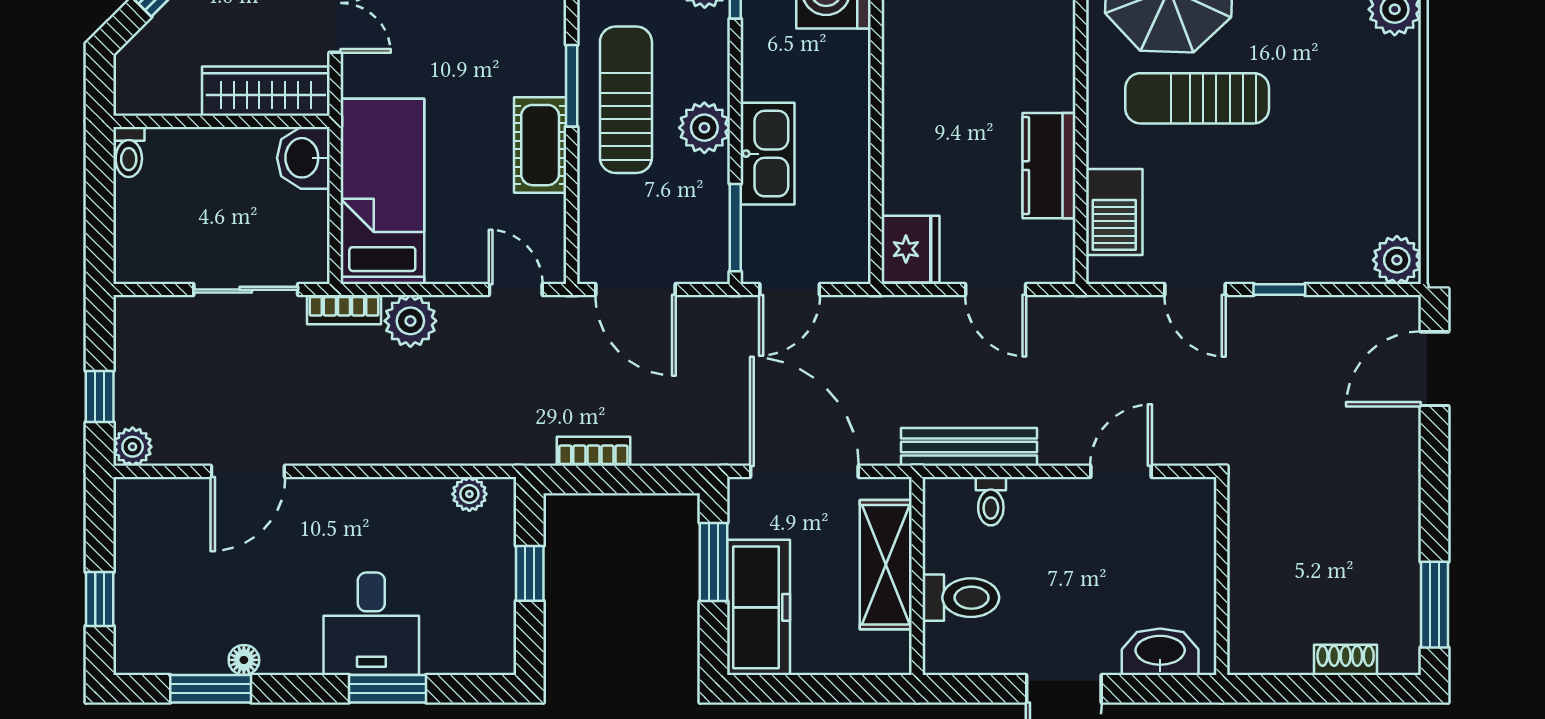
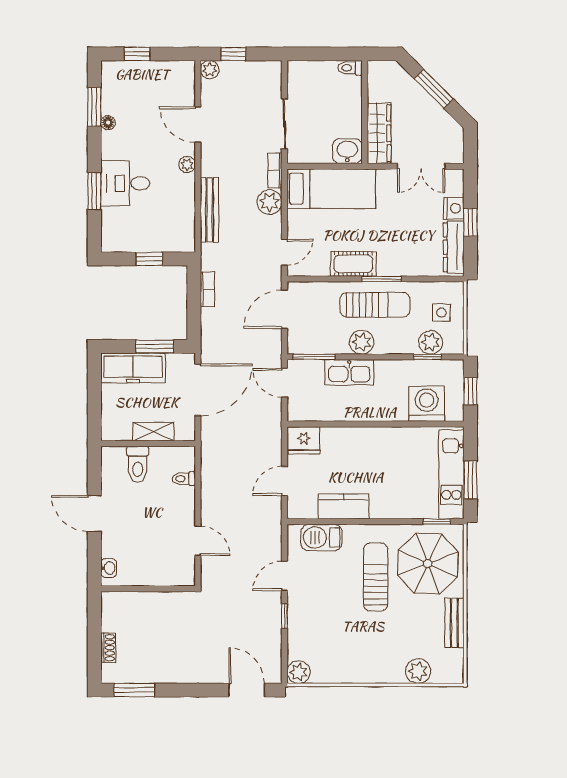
bench: (969, 447) -> (210, 210), moved
plant: (469, 494) -> (187, 165), moved
shelving: (886, 565) -> (153, 432), width x0.67, depth x0.75
washbasin: (1160, 652) -> (109, 568), width x0.52, depth x0.69

